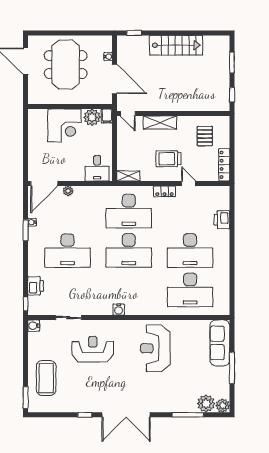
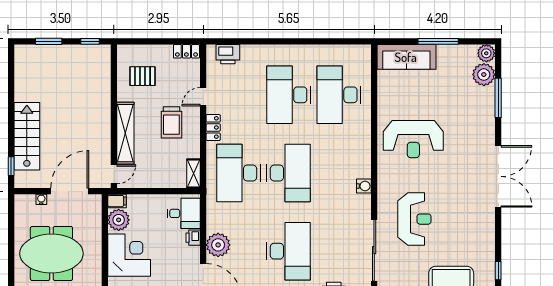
stairs: (176, 45) -> (27, 136), moved
shelving: (160, 123) -> (125, 133), width x1.47
locker: (224, 165) -> (186, 51), width x0.66
printer: (78, 176) -> (193, 238), added
plant: (68, 191) -> (218, 245), width x1.87, depth x1.87
desk: (129, 211) -> (238, 173), turned 180
printer: (222, 220) -> (228, 54), moved
desk: (190, 251) -> (289, 95), turned 180
desk: (190, 290) -> (339, 95), turned 180
sliding door: (68, 318) -> (374, 250), width x1.86
reception desk: (93, 349) -> (414, 219), turned 180
window: (85, 415) -> (498, 271), moved

